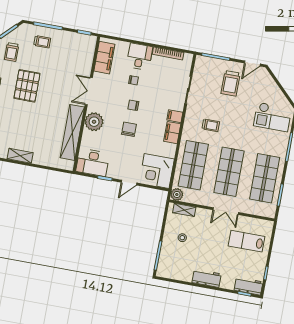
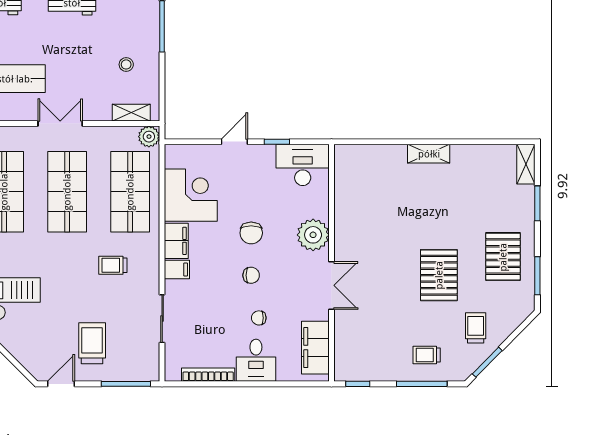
shelving: (72, 132) -> (347, 210), removed
corner desk: (157, 171) -> (191, 195), moved

